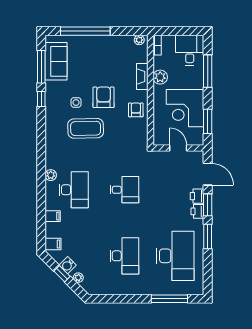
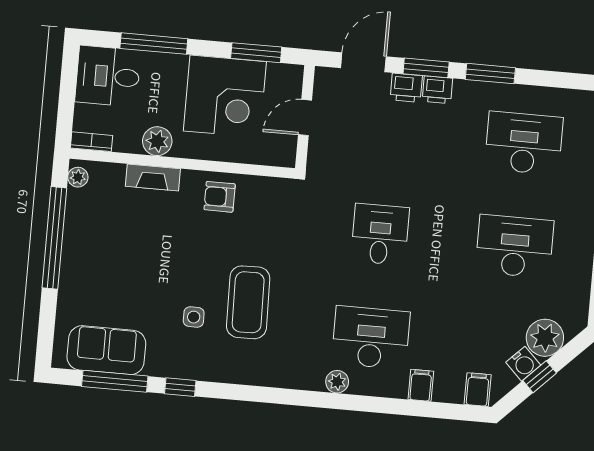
window: (85, 31) -> (54, 238), moved
armchair: (104, 97) -> (188, 260), removed
desk: (175, 256) -> (524, 143), width x0.73, depth x0.77
plant: (78, 278) -> (545, 338), width x1.88, depth x1.88

